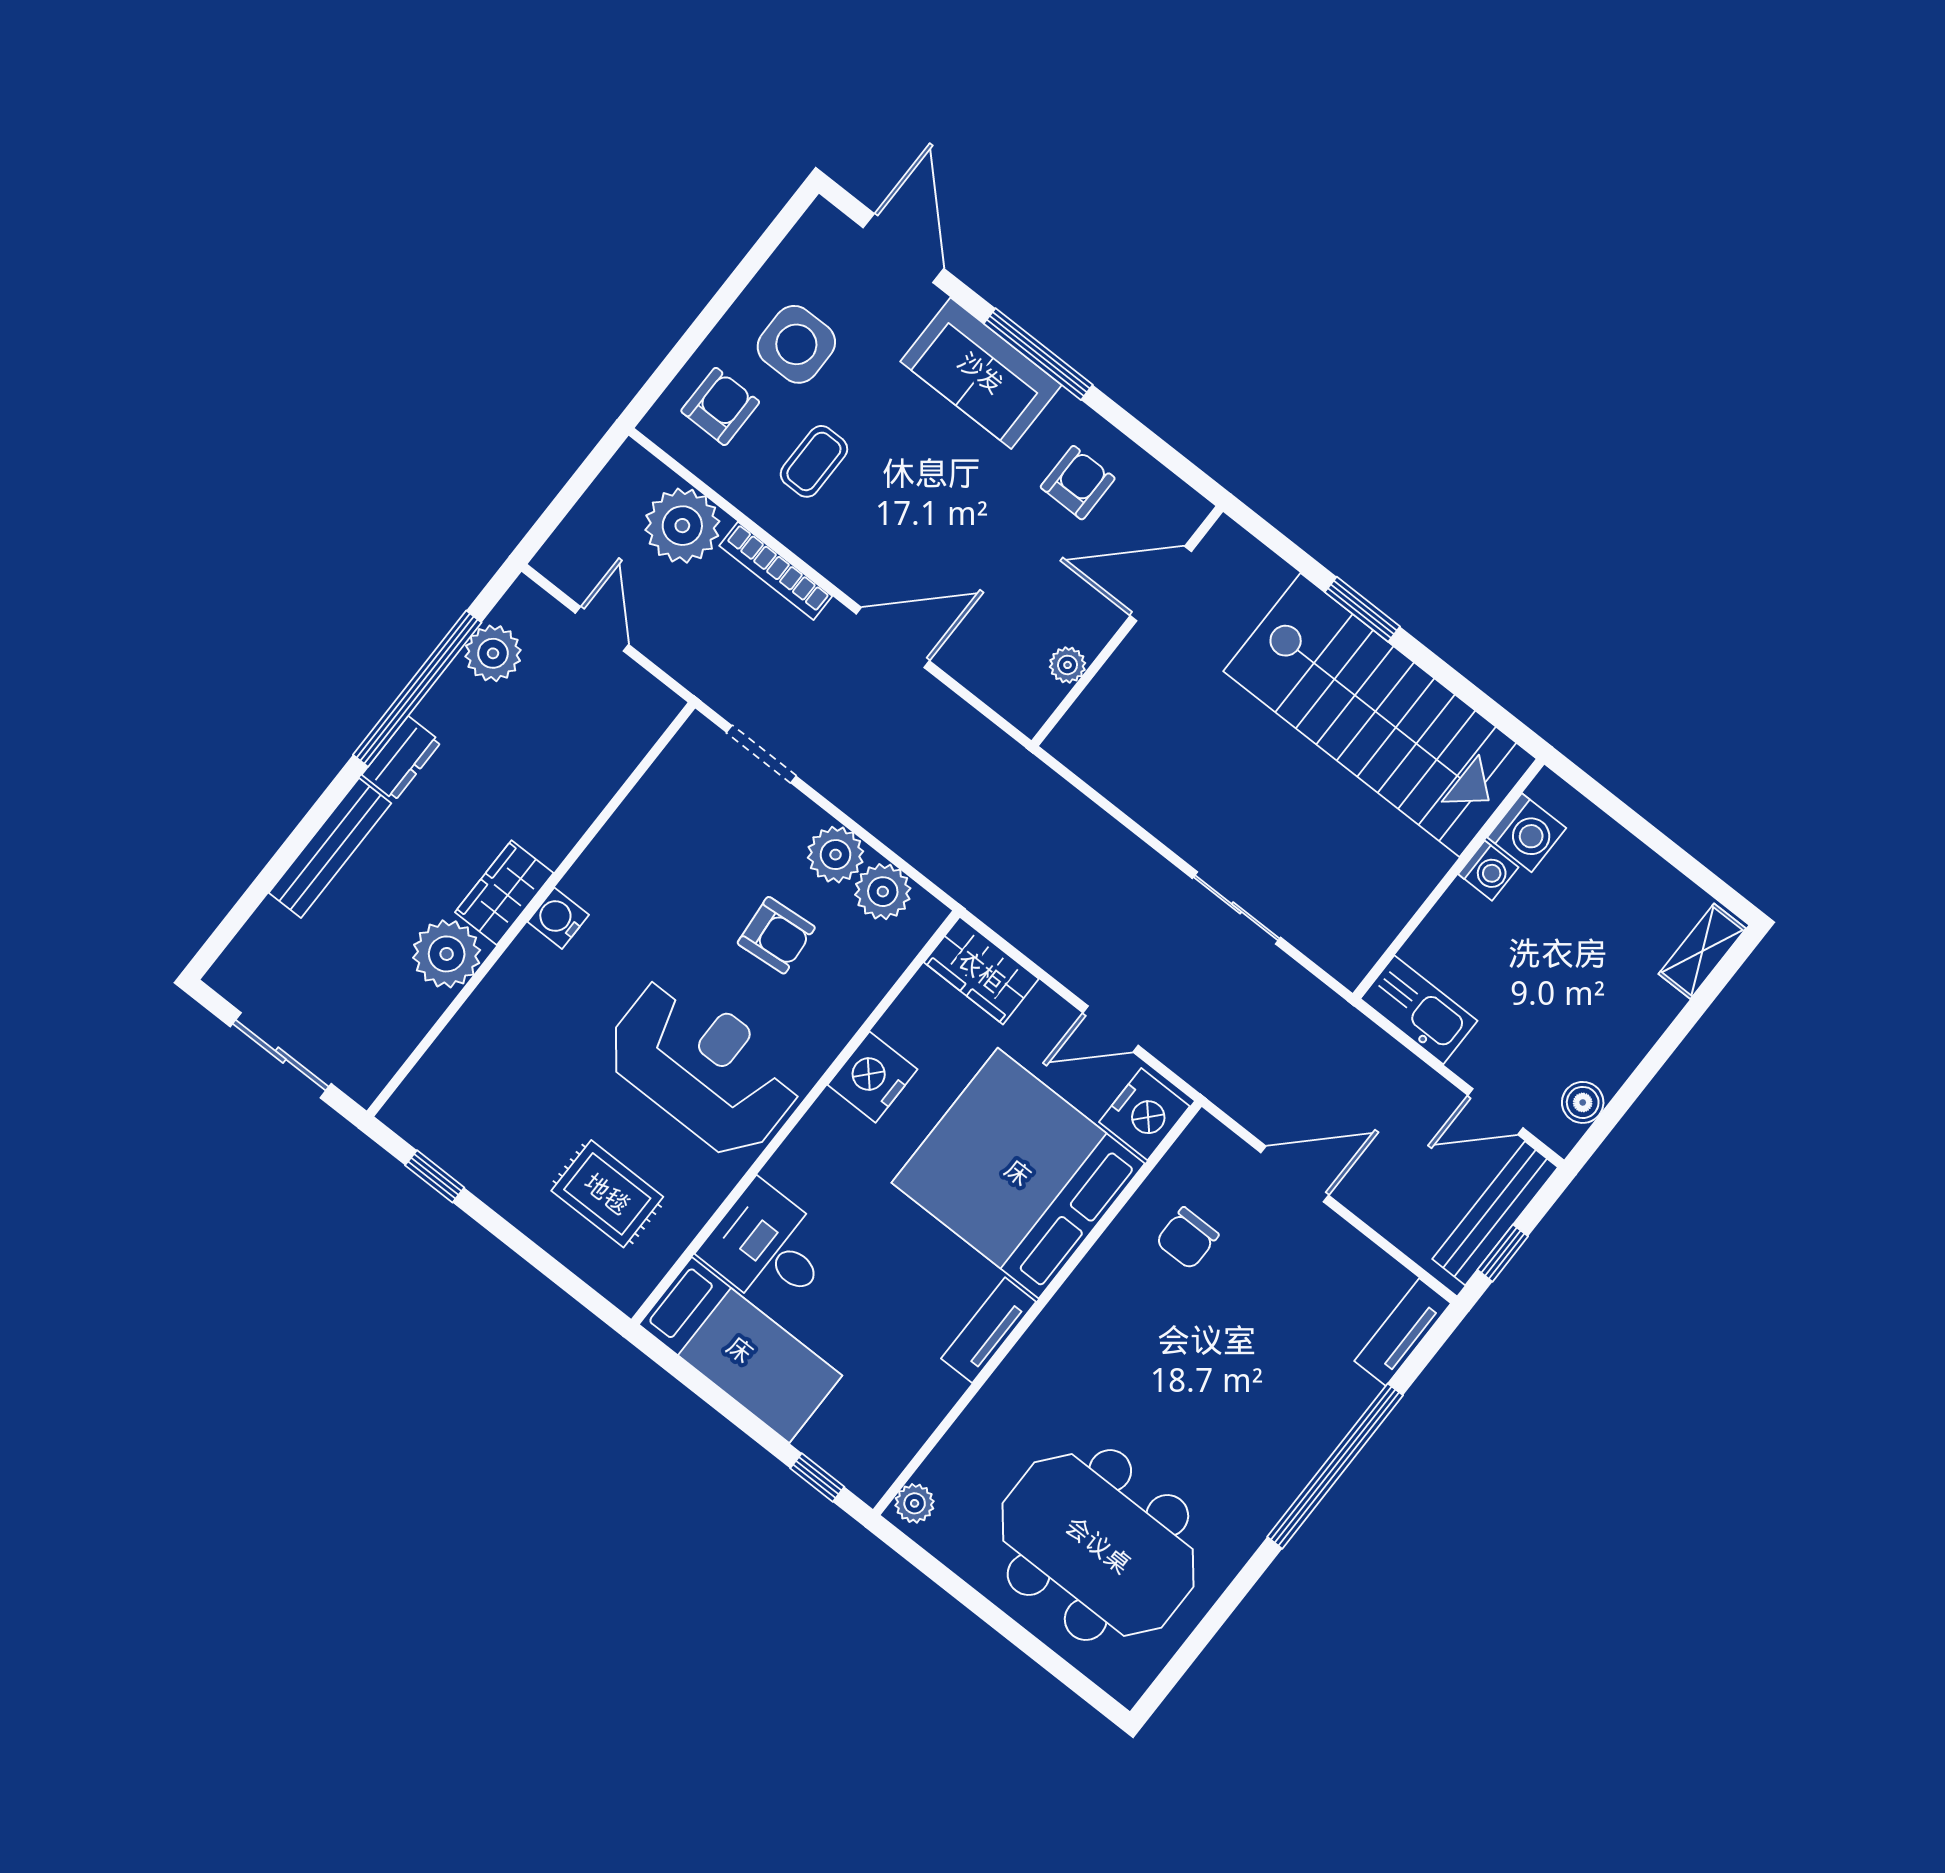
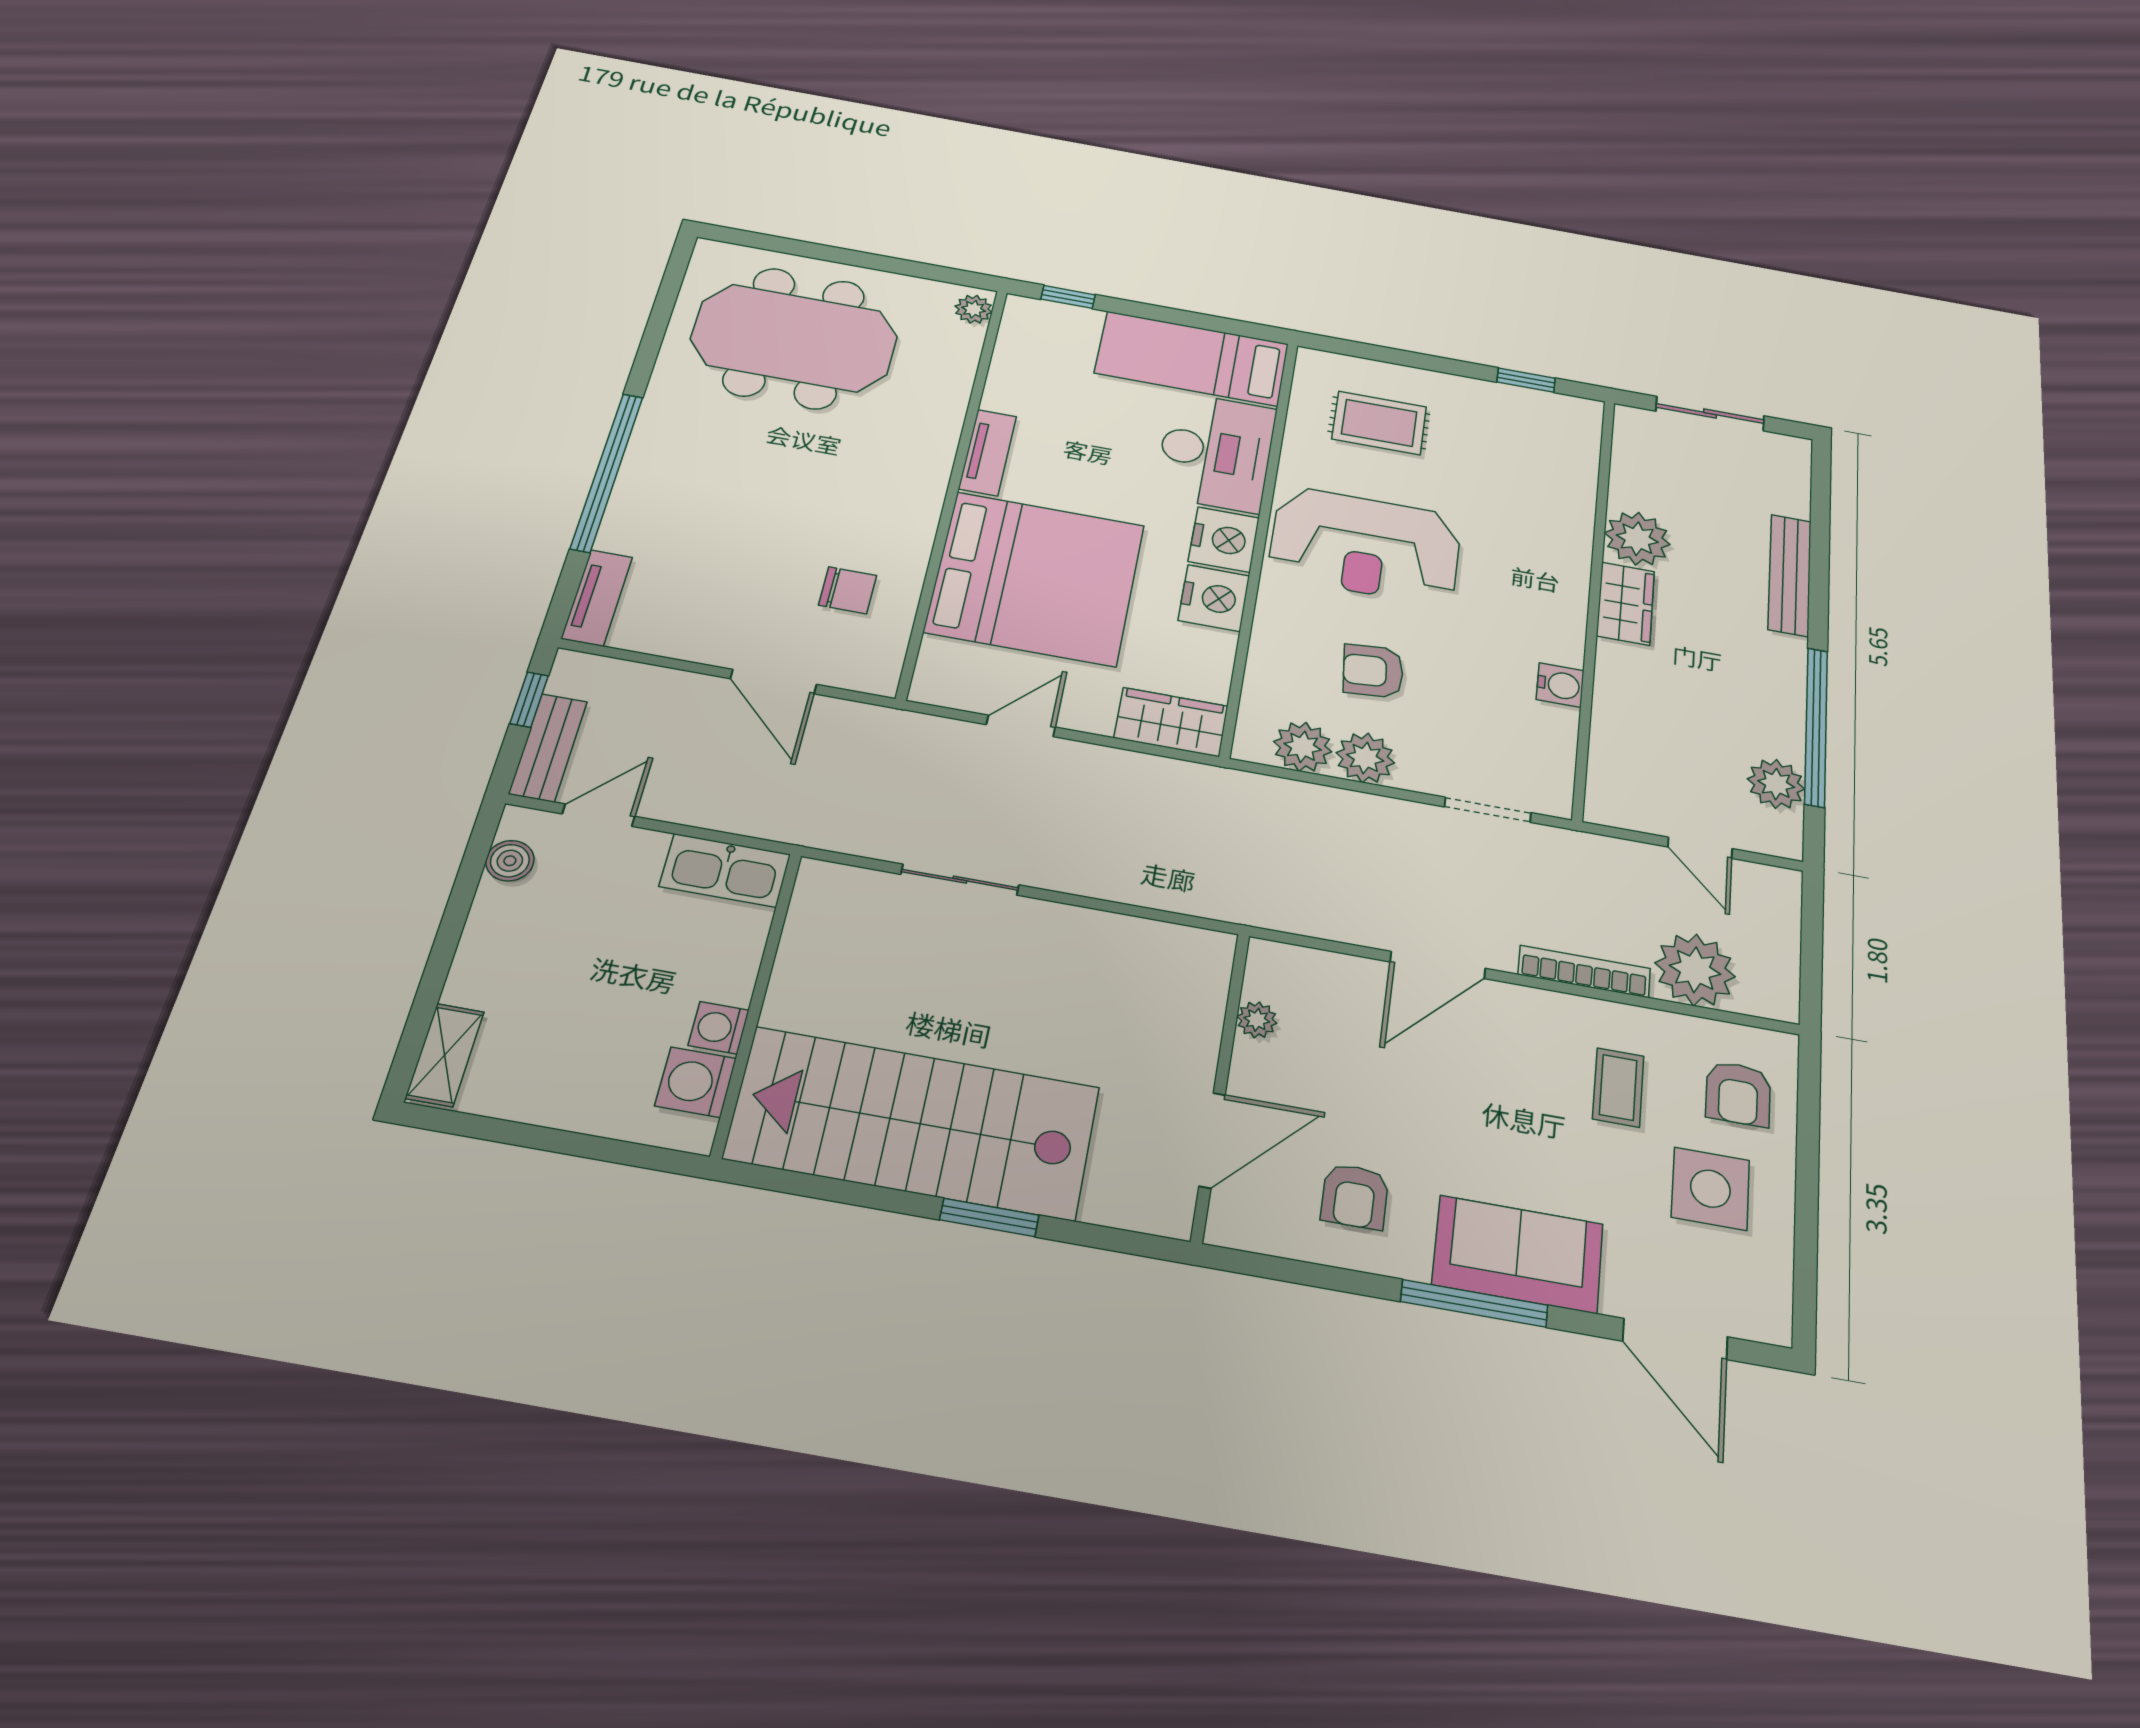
dresser: (402, 758) -> (1786, 667), removed
water cooler: (558, 918) -> (1560, 685), moved
nightstand: (1144, 1114) -> (1224, 540), moved, turned 180
door: (1295, 1174) -> (773, 682), hinge flipped
bench: (1495, 1213) -> (548, 748), width x0.73
chair: (1187, 1238) -> (848, 590), turned 90
desk: (768, 1248) -> (1216, 452), width x1.37

